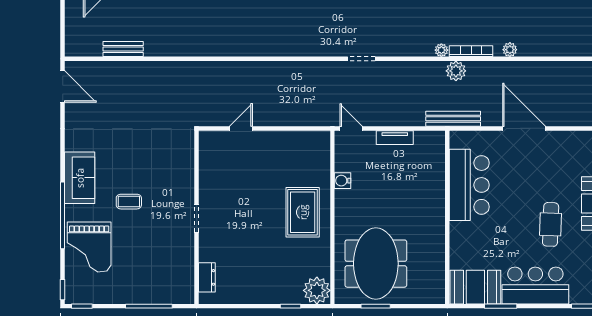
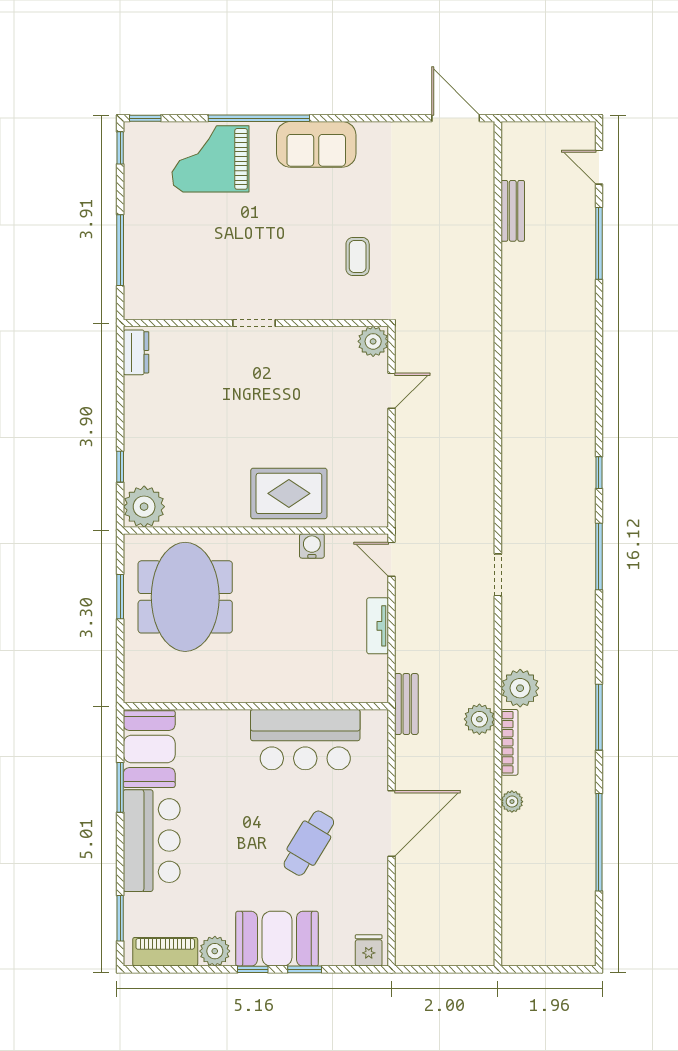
plant: (441, 50) -> (520, 688), width x1.88, depth x1.88
door: (63, 86) -> (456, 118), swing flipped
bench: (453, 119) -> (406, 704), width x0.73
door: (241, 128) -> (391, 391), hinge flipped
door: (351, 128) -> (391, 559), swing flipped
plant: (209, 141) -> (373, 341), added
coffee table: (129, 202) -> (358, 257), moved
rug: (303, 212) -> (289, 493), moved
cafe table: (551, 224) -> (309, 843), moved, turned -61
meeting table: (376, 264) -> (185, 597), turned 90
dresser: (207, 277) -> (136, 352), moved, turned -90

